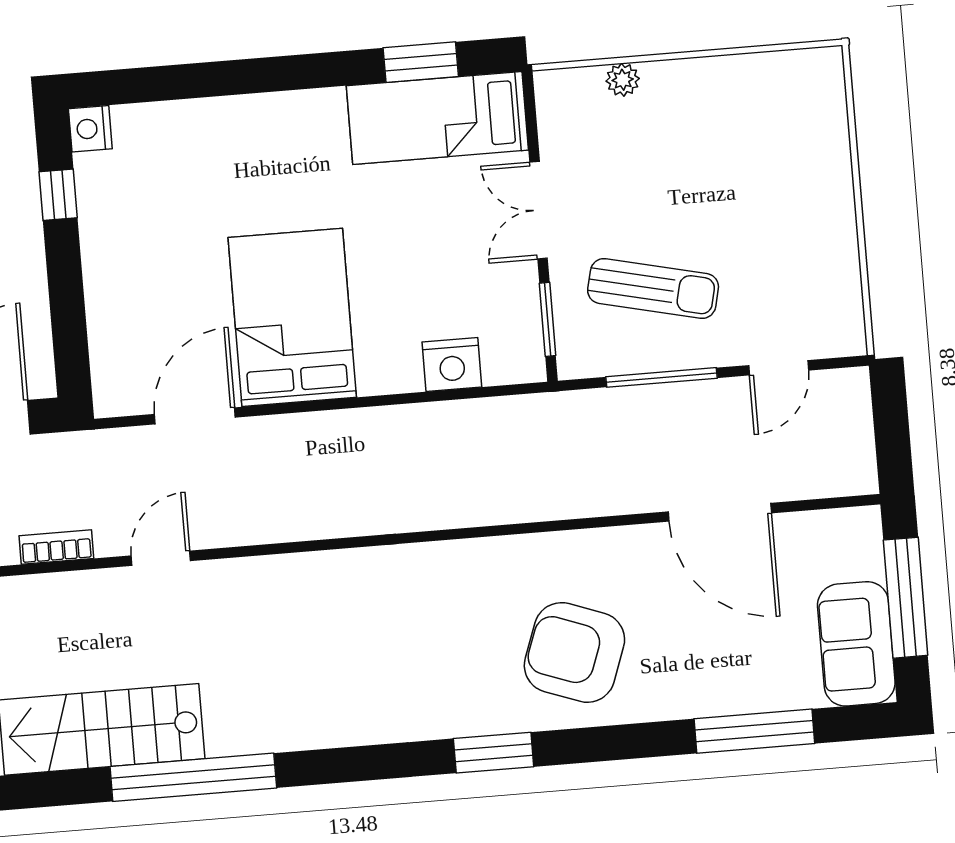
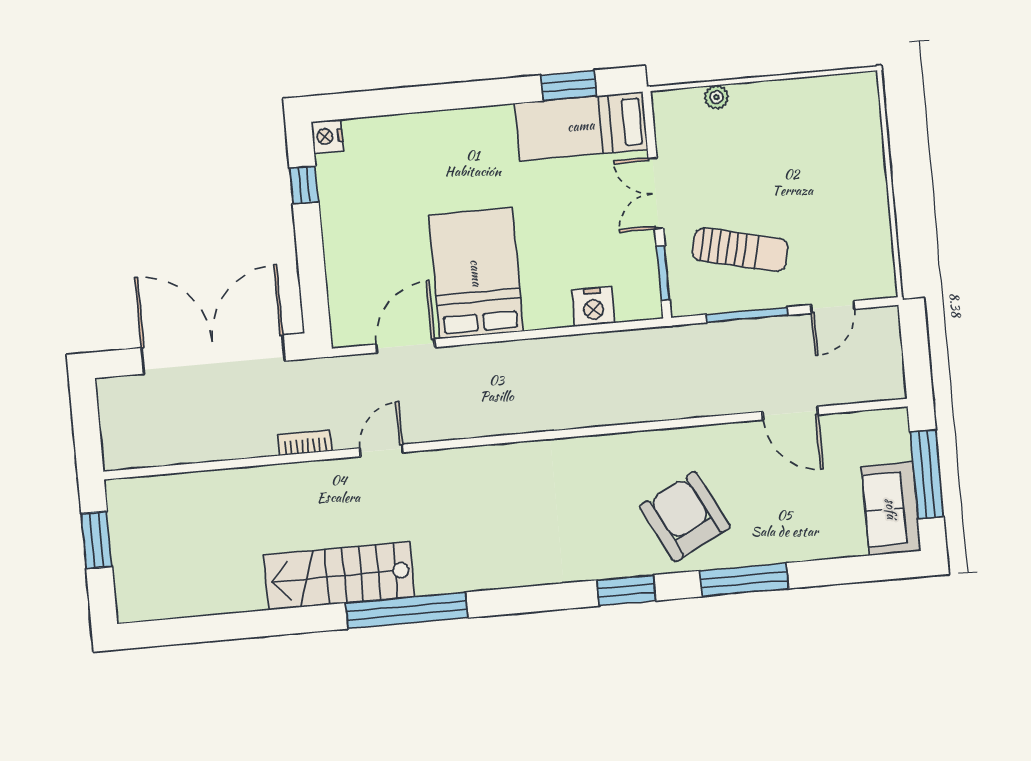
door: (720, 512) -> (790, 413), width x0.73
armchair: (574, 652) -> (685, 517), turned 43
window: (754, 731) -> (744, 580), moved

